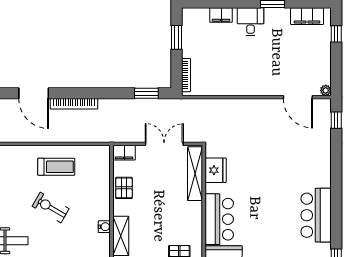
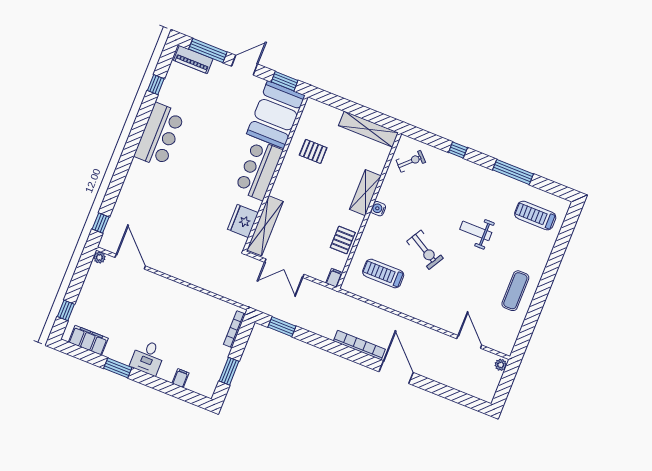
filing cabinet: (221, 15) -> (181, 378), width x0.50
filing cabinet: (124, 153) -> (334, 278), width x0.50
treadmill: (56, 167) -> (383, 274), moved

